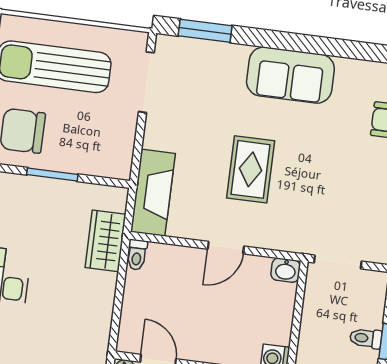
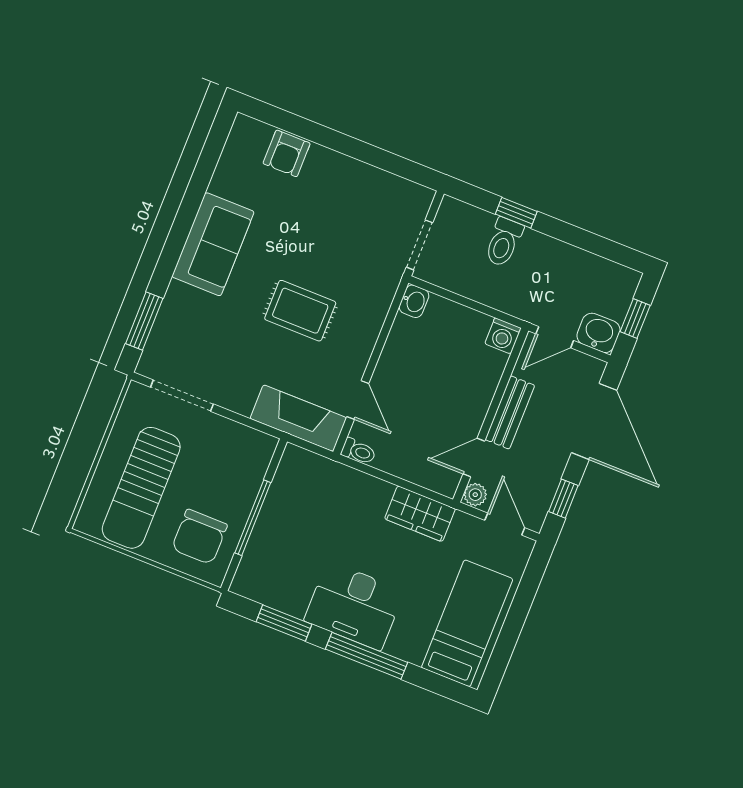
window: (52, 175) -> (253, 518), width x1.44
wardrobe: (106, 241) -> (420, 514), moved
door: (226, 248) -> (358, 400), moved
toilet: (366, 338) -> (504, 242), width x1.37, depth x1.39

